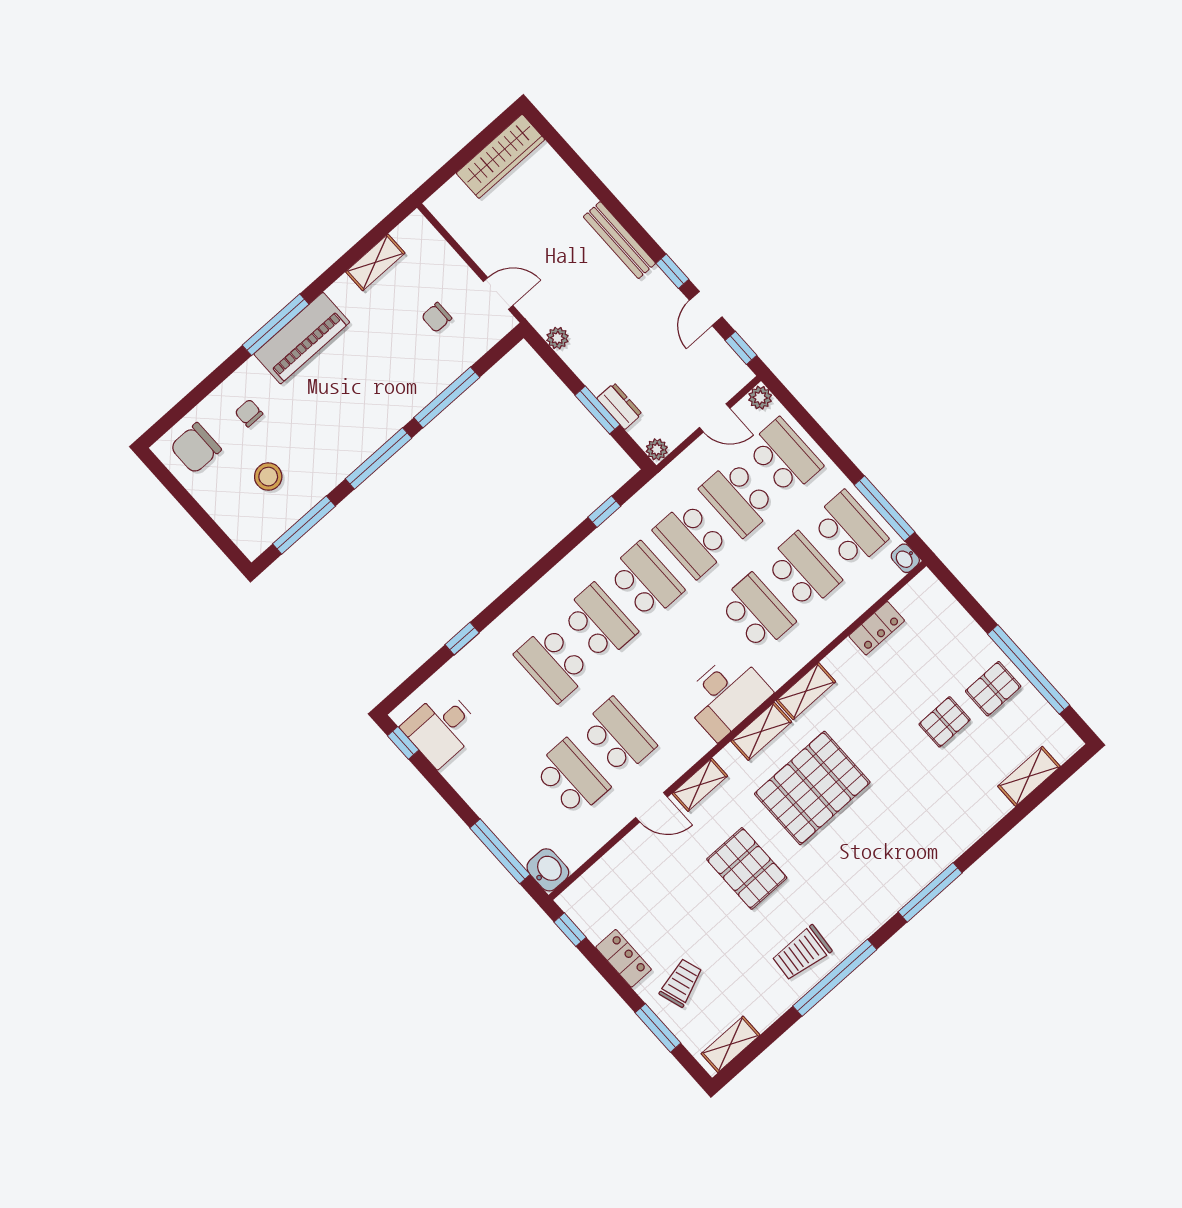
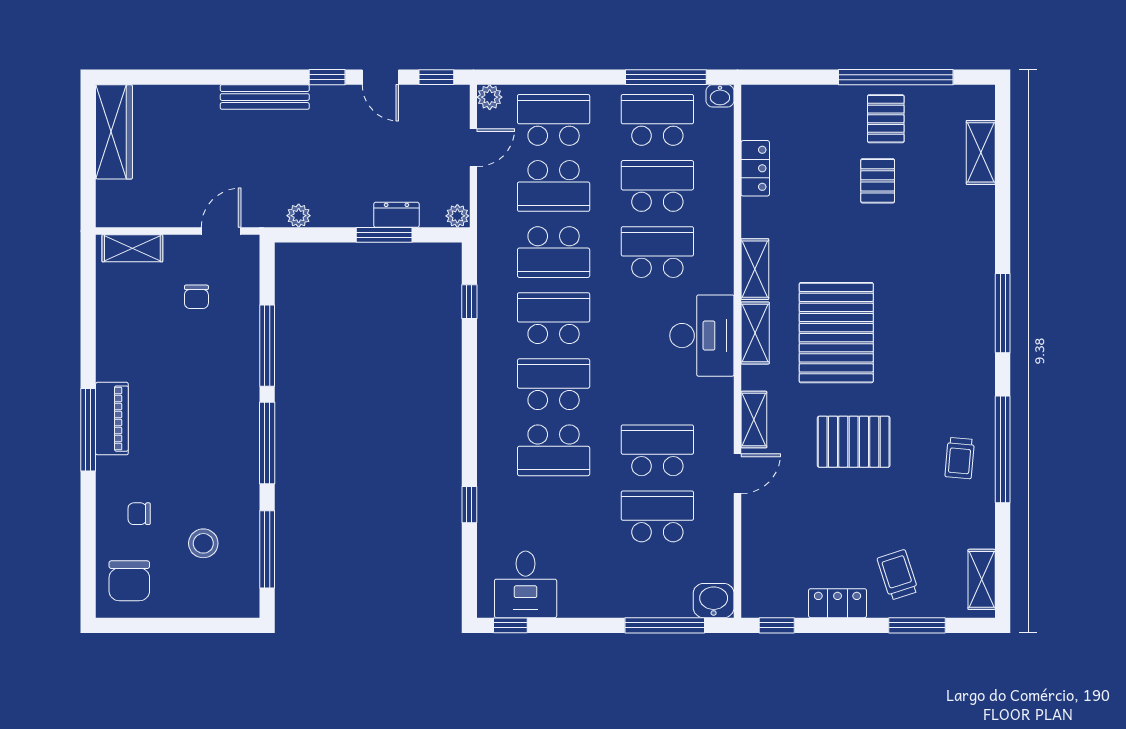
shelving: (375, 262) -> (132, 248), moved, turned 90
piano: (302, 338) -> (112, 419), width x0.73, depth x0.75
trolley: (802, 953) -> (960, 458), width x0.73, depth x0.72

